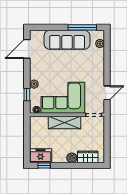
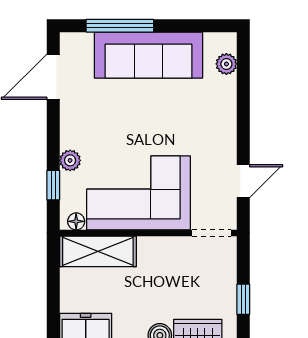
window: (82, 27) -> (120, 26), moved
shelving: (64, 122) -> (98, 251), moved
window: (107, 143) -> (243, 299), added

